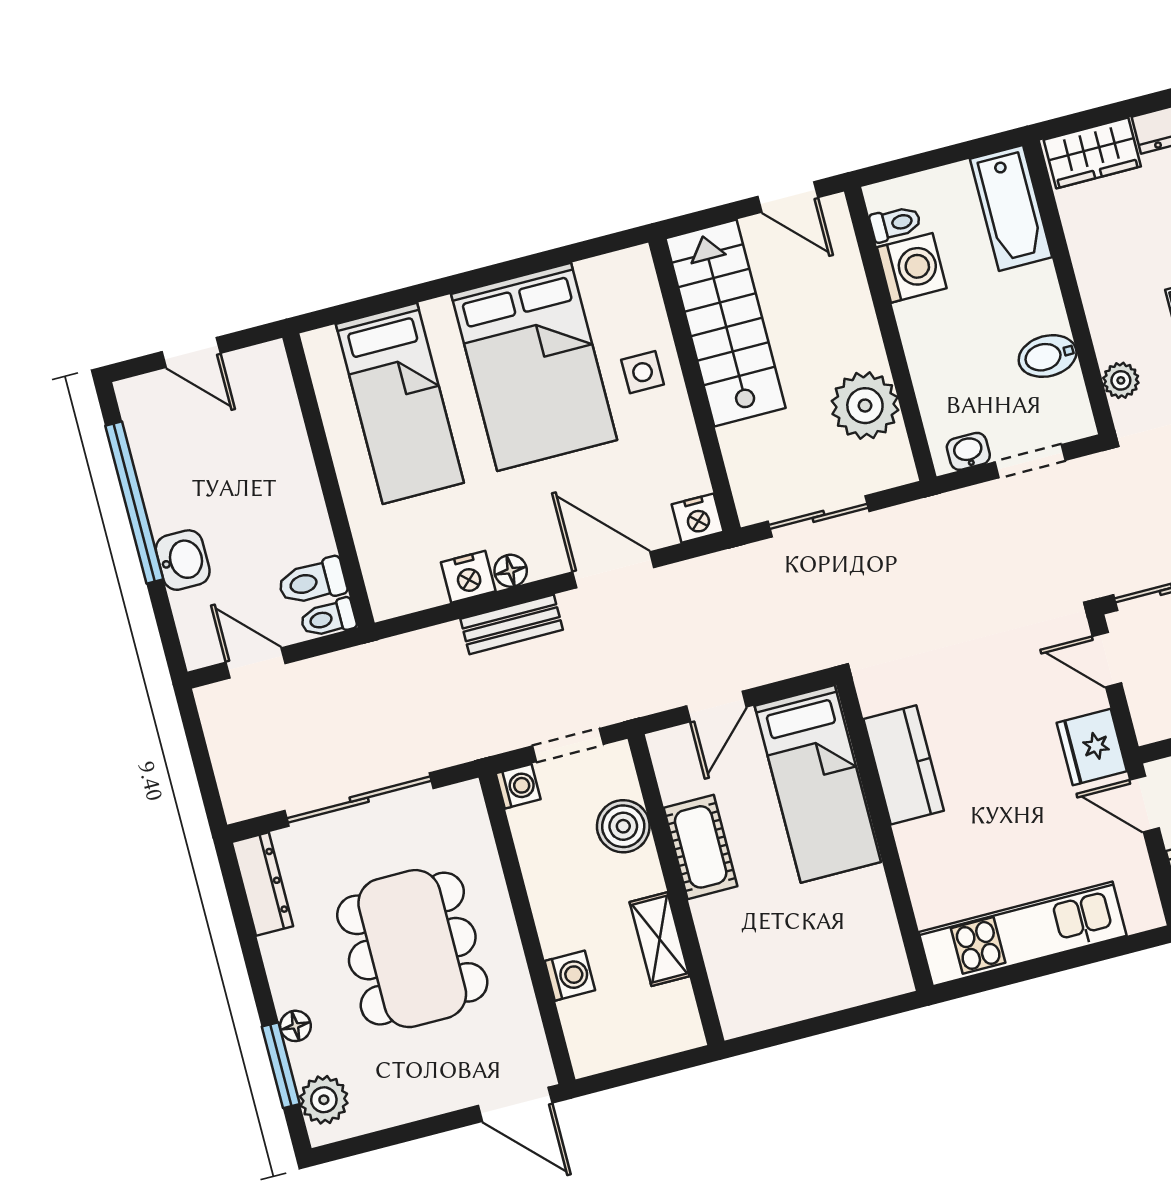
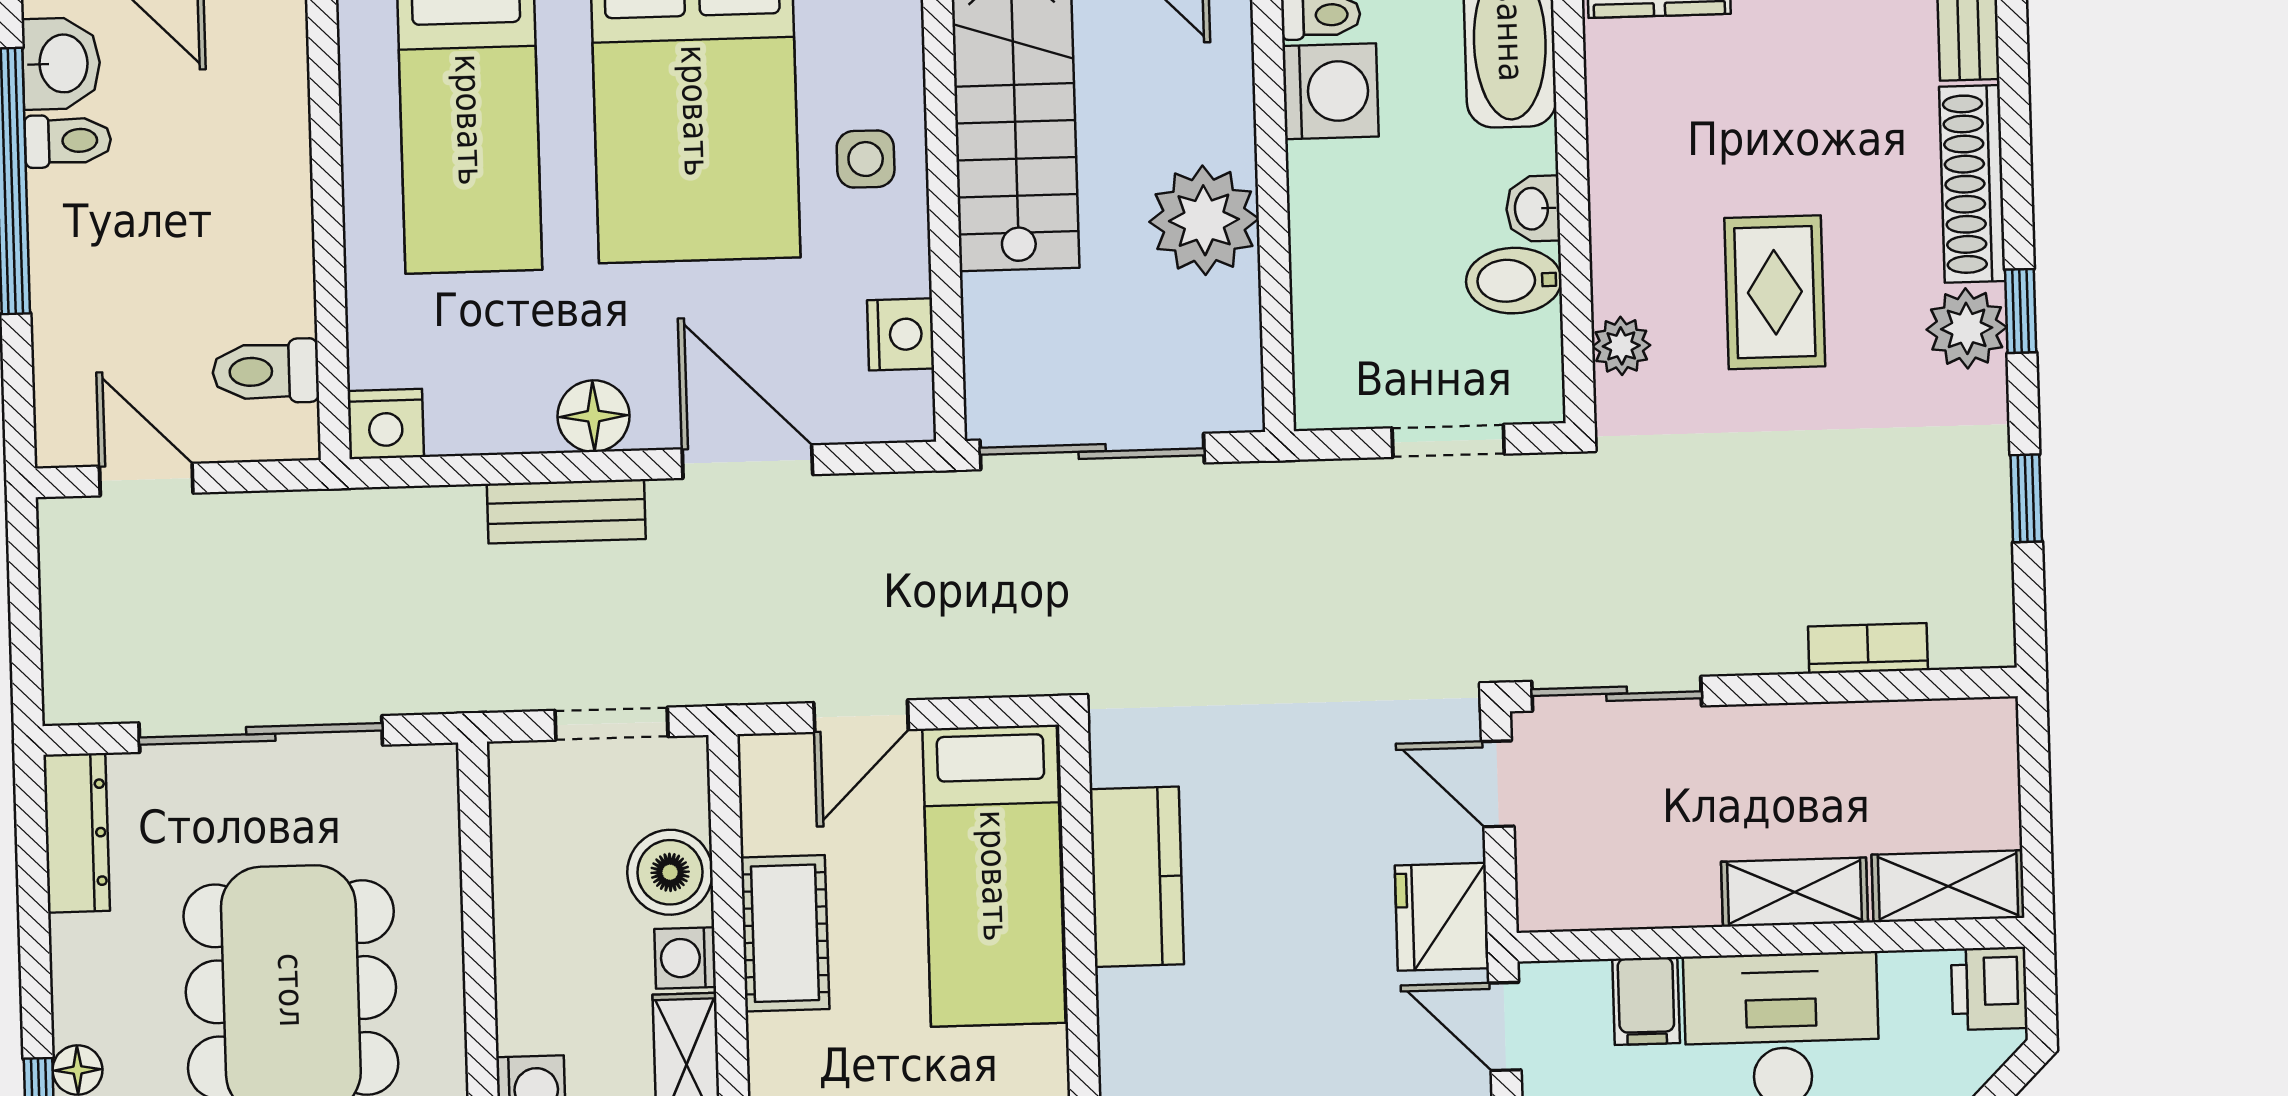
plant: (865, 406) -> (1204, 220), moved
washbasin: (968, 451) -> (1533, 209), moved, turned -90
sliding door: (818, 516) -> (1092, 452), width x1.37
nightstand: (698, 518) -> (901, 334), moved, turned -90
washbasin: (183, 560) -> (61, 64), moved
floor lamp: (511, 571) -> (593, 416), width x1.37, depth x1.37
nightstand: (468, 577) -> (386, 424), moved
toilet: (328, 618) -> (68, 141), moved, turned 180
washing machine: (518, 786) -> (685, 958), moved, turned 180

